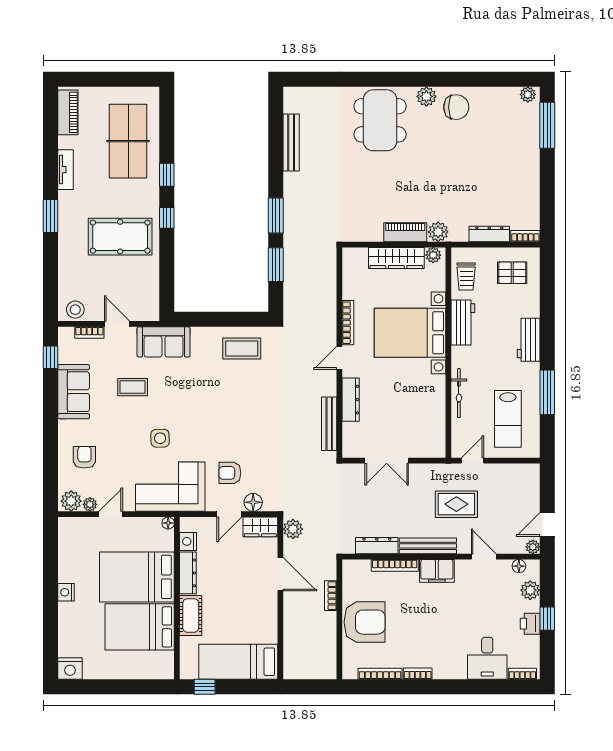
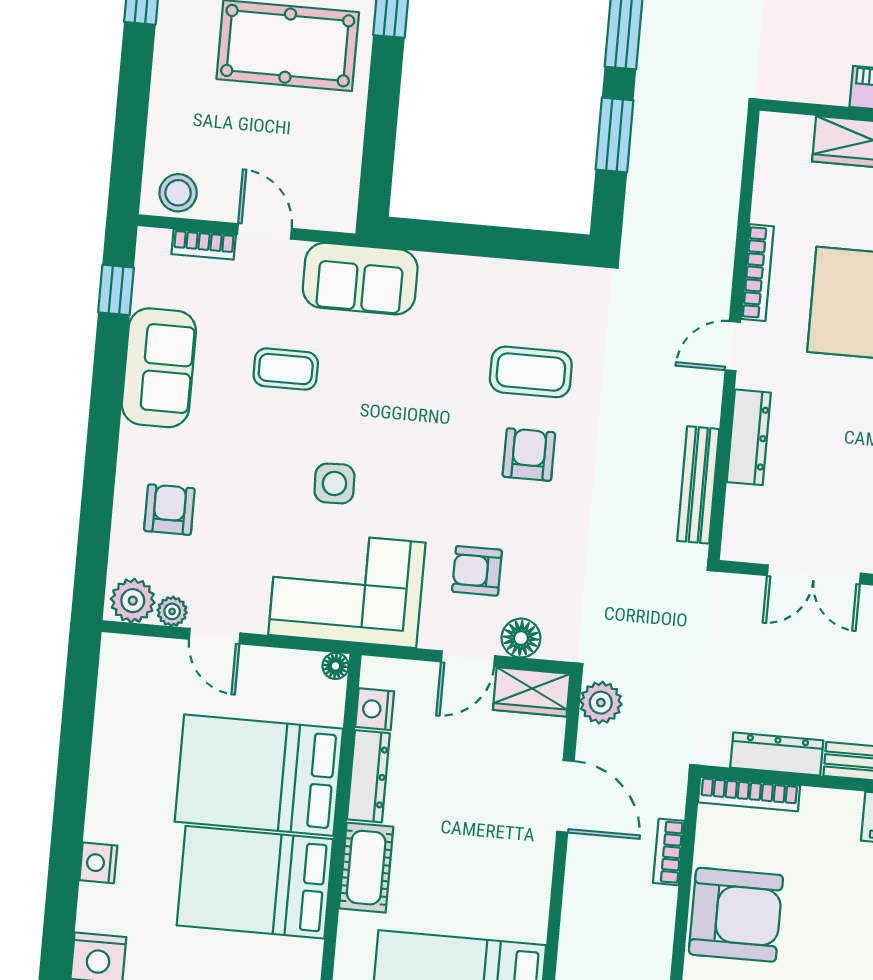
coffee table: (242, 349) -> (531, 372), moved
armchair: (249, 417) -> (529, 455), added
door: (111, 514) -> (215, 636), swing flipped
bookcase: (395, 565) -> (749, 794), moved
nightstand: (66, 592) -> (98, 863), moved

